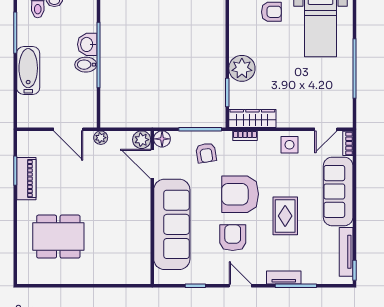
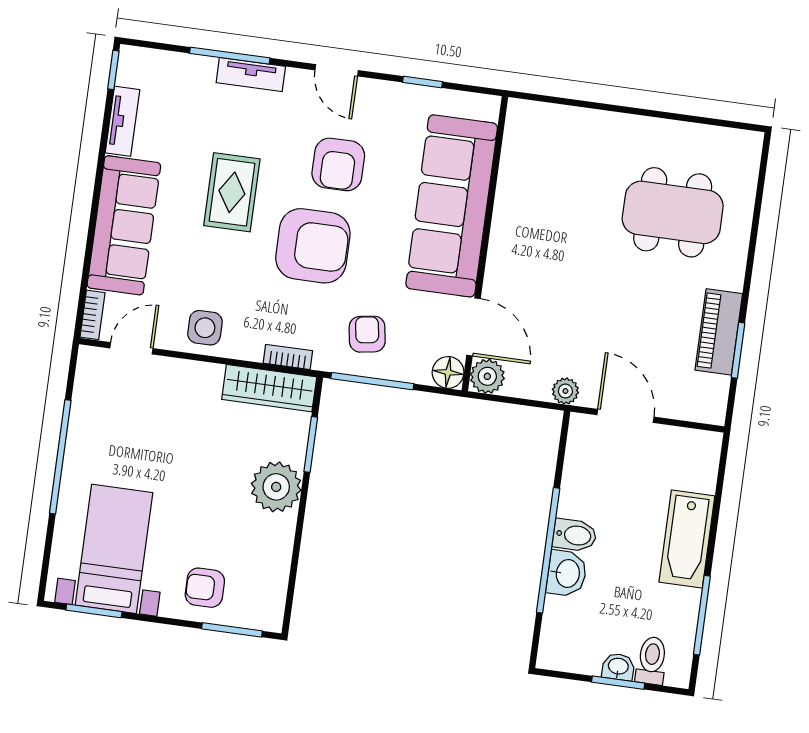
tv unit: (346, 252) -> (122, 121), width x0.71

